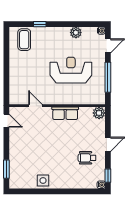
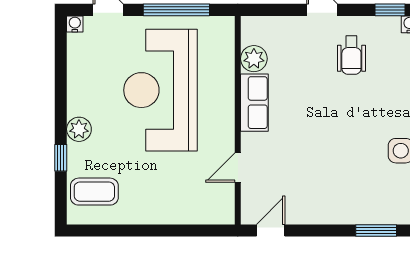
plant: (76, 33) -> (79, 129), moved
reception desk: (71, 70) -> (160, 90), width x1.36, depth x1.30
plant: (99, 113) -> (254, 59), moved

